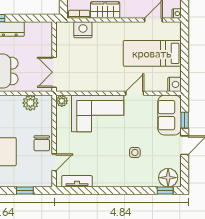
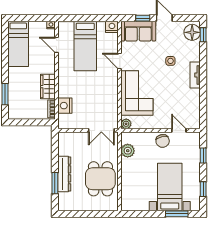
chair: (42, 143) -> (163, 141), turned 77
tv unit: (77, 181) -> (195, 75), moved

